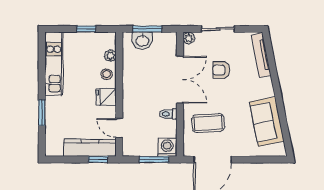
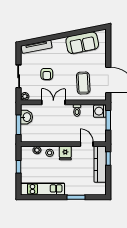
washbasin: (142, 41) -> (27, 117), moved
double door: (180, 80) -> (53, 102), width x0.73
door: (119, 128) -> (87, 144), swing flipped

